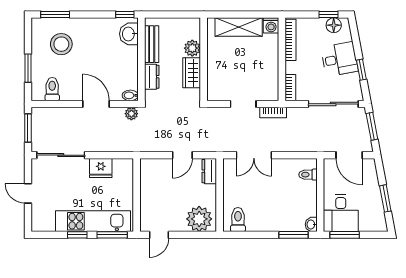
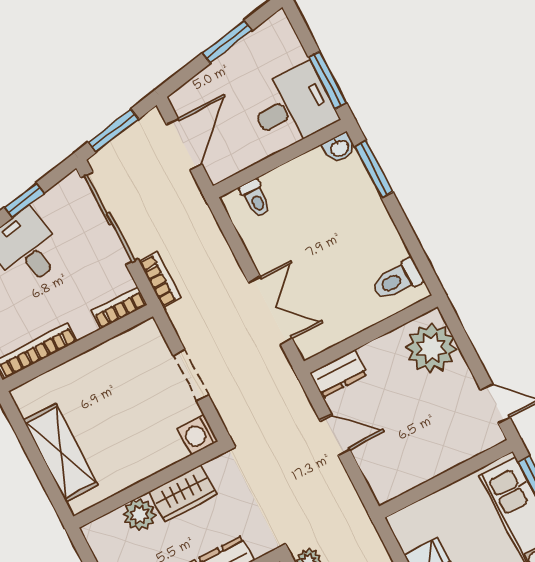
washing machine: (271, 25) -> (198, 435), moved, turned 180
bookcase: (273, 112) -> (160, 280), moved

